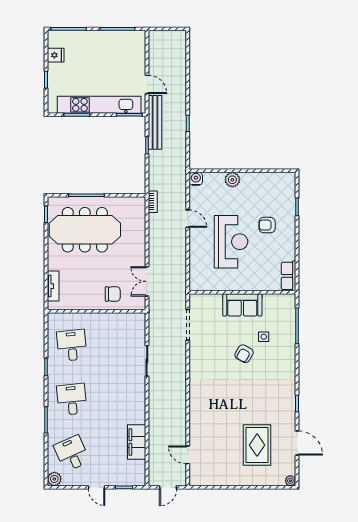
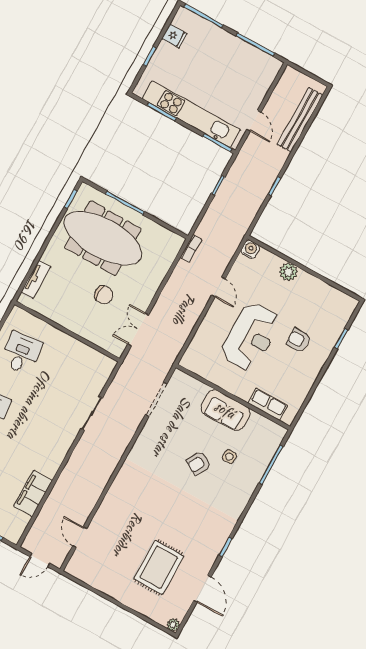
bench: (155, 122) -> (300, 120), moved
row of seats: (288, 276) -> (268, 404), moved, turned 90
chair: (113, 294) -> (104, 295), moved

